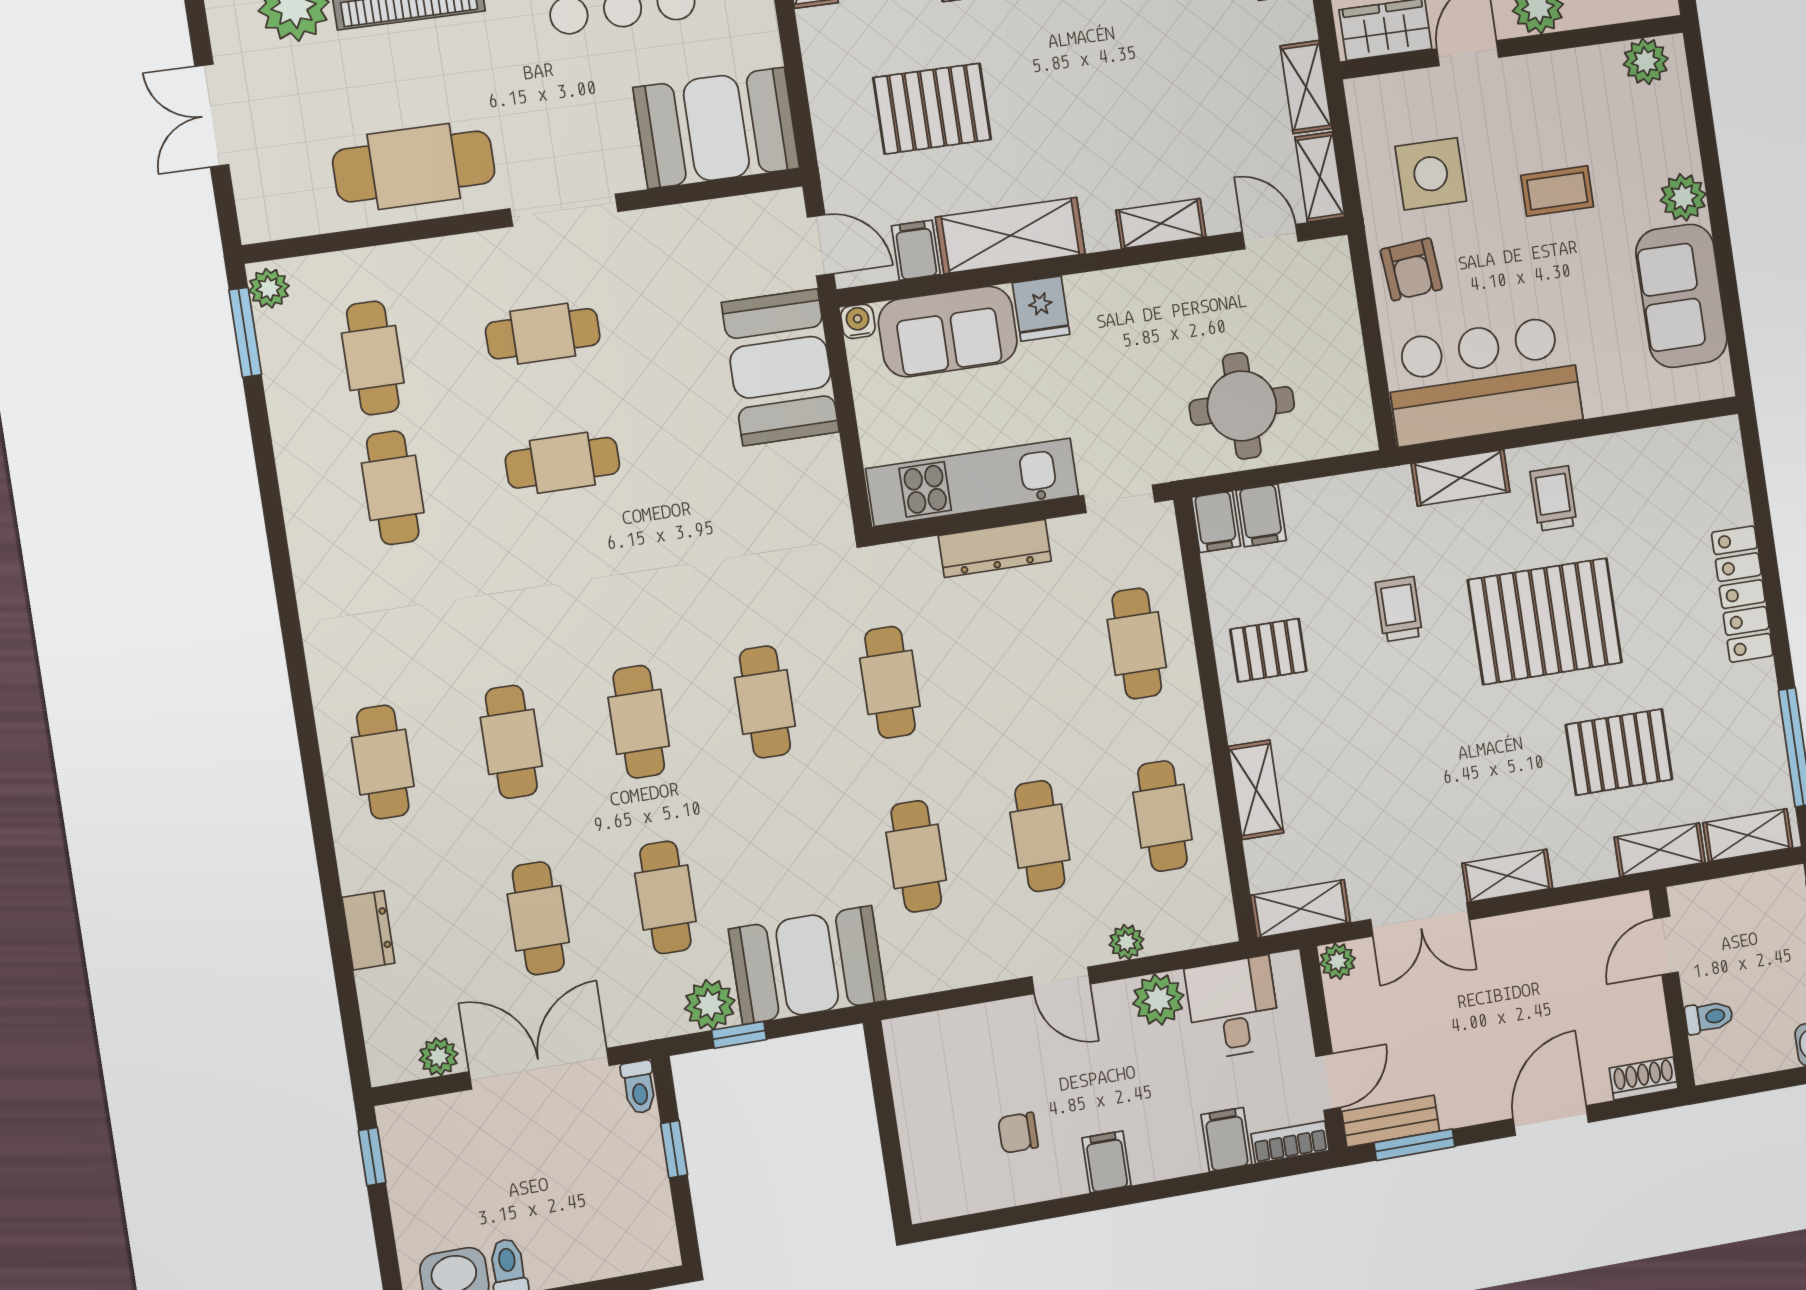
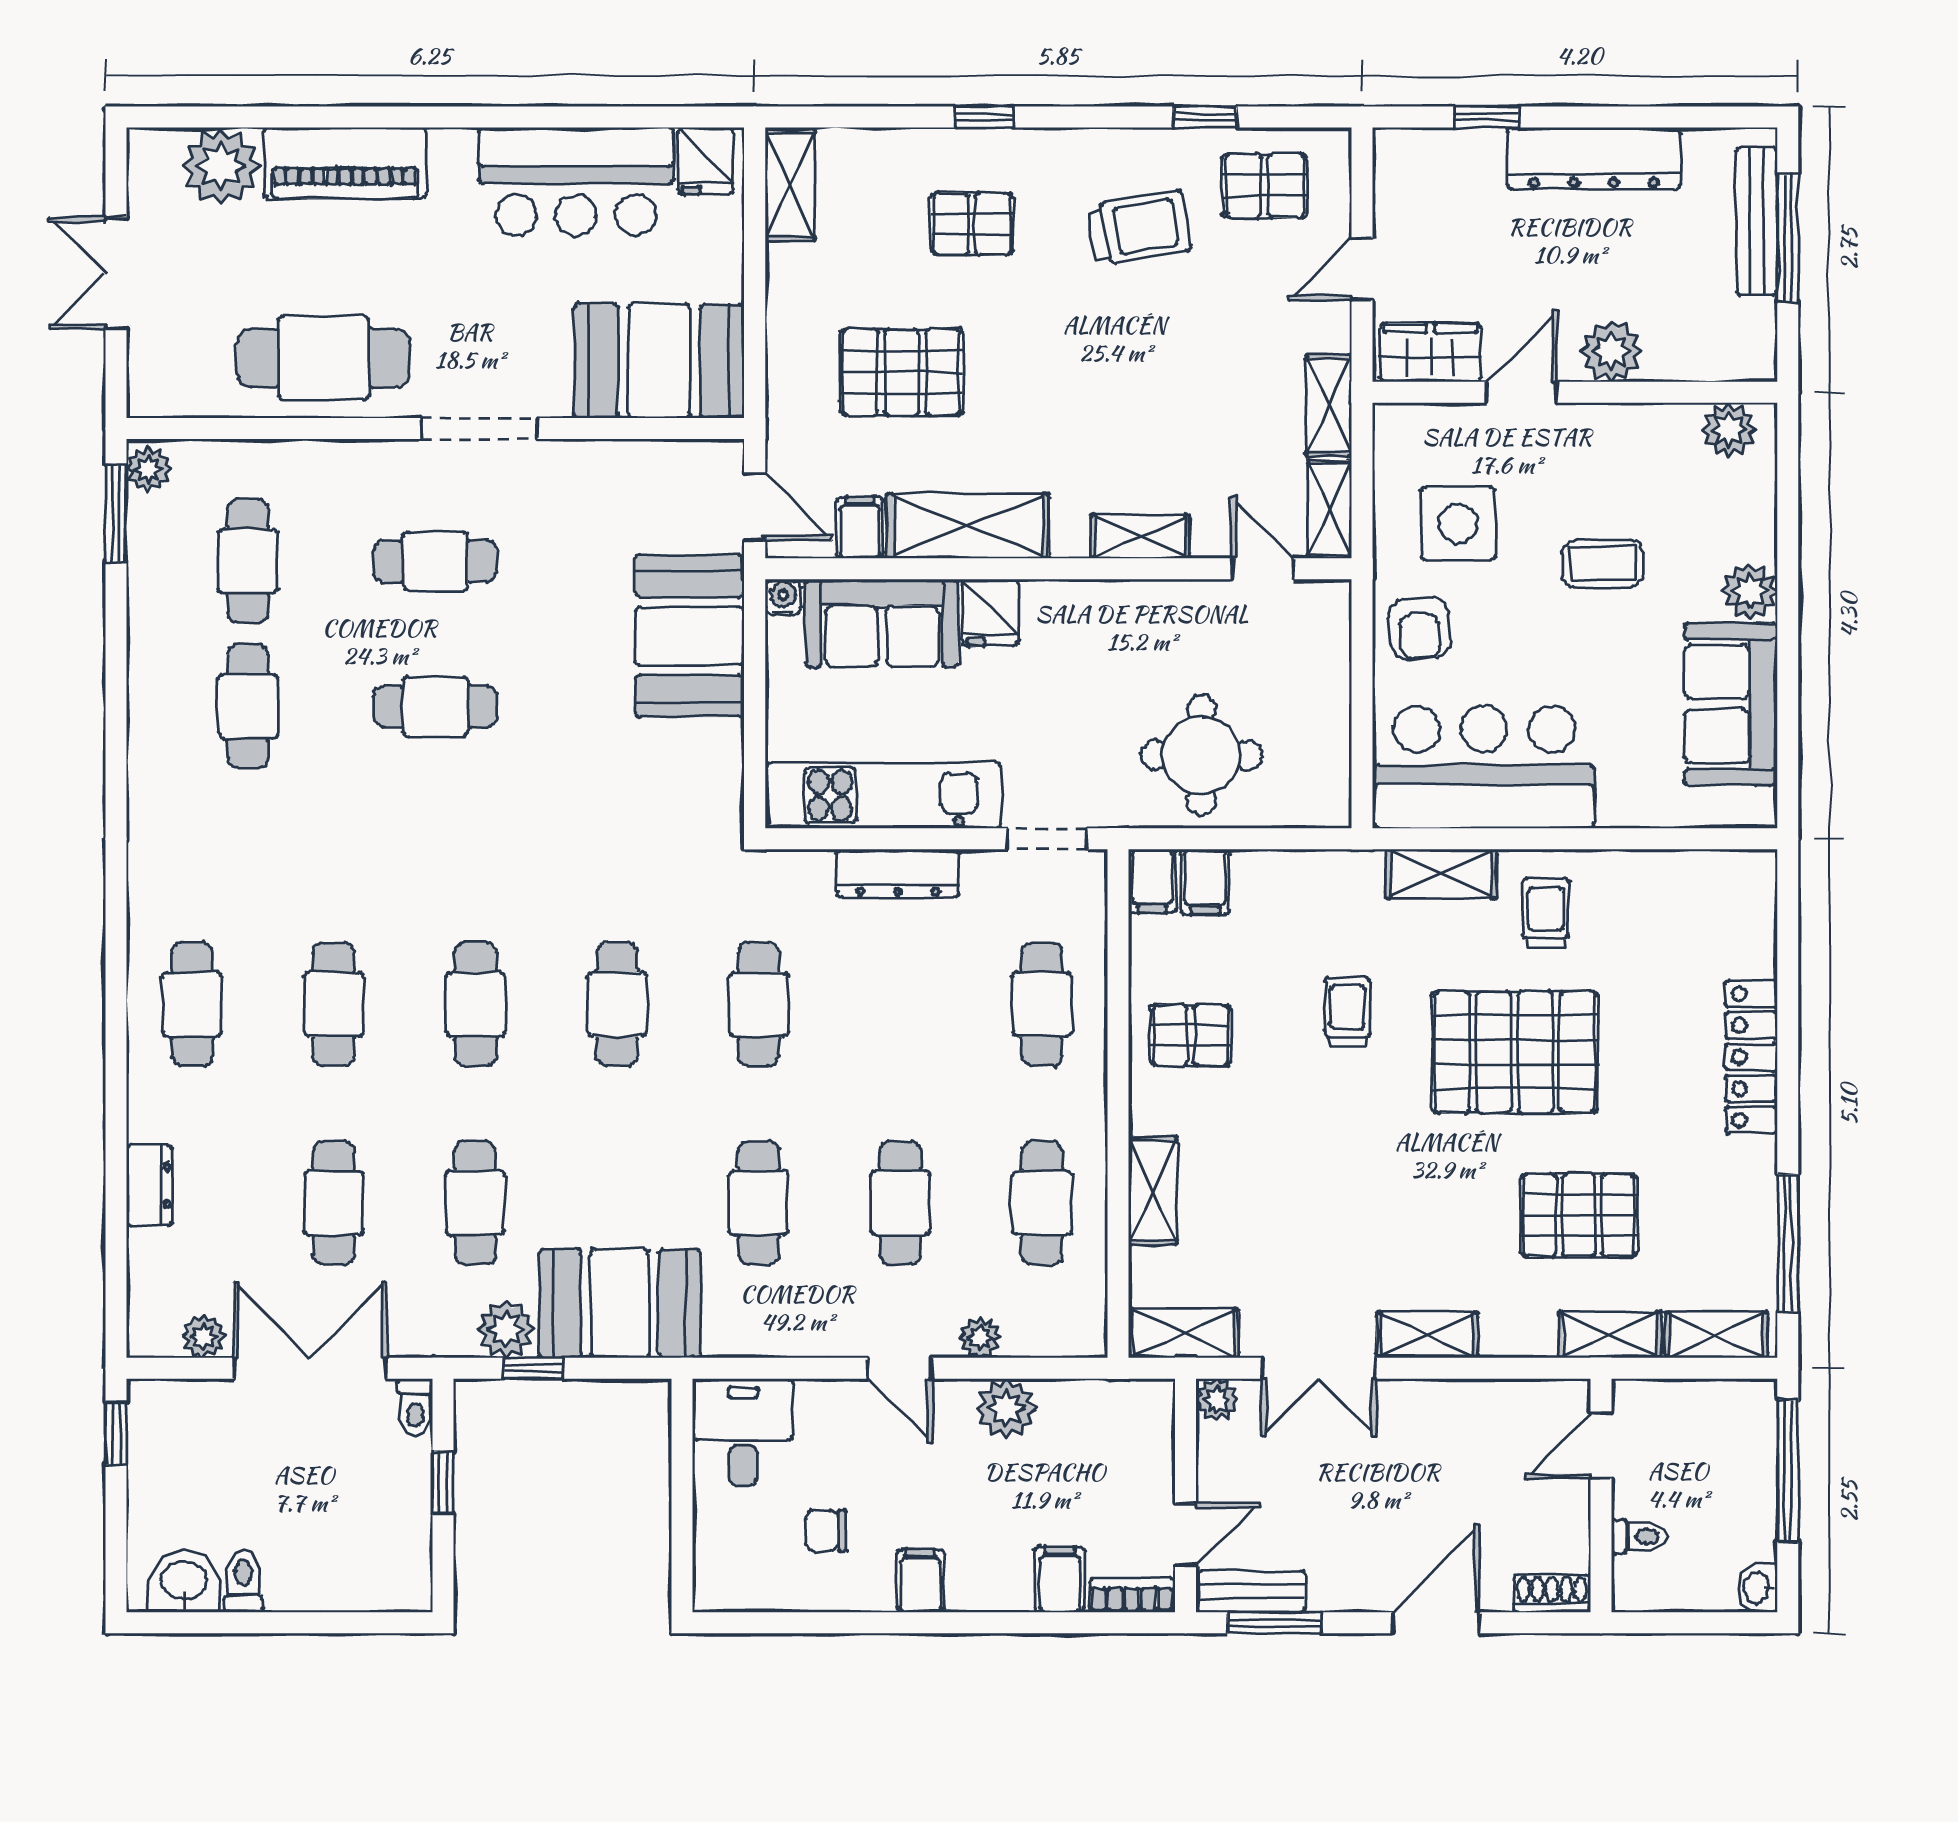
desk: (1233, 1008) -> (743, 1432), moved

